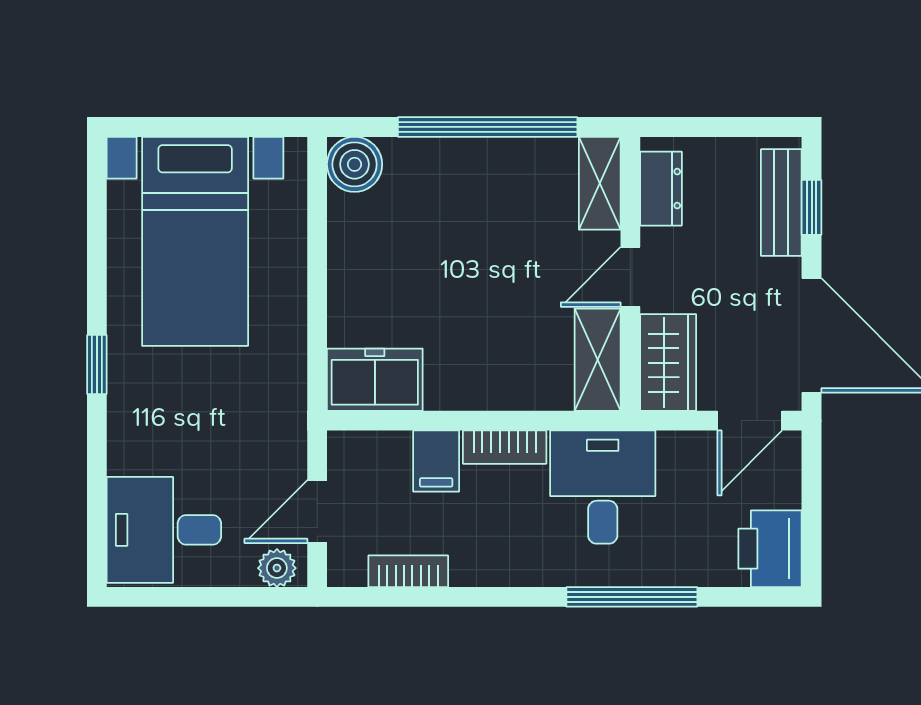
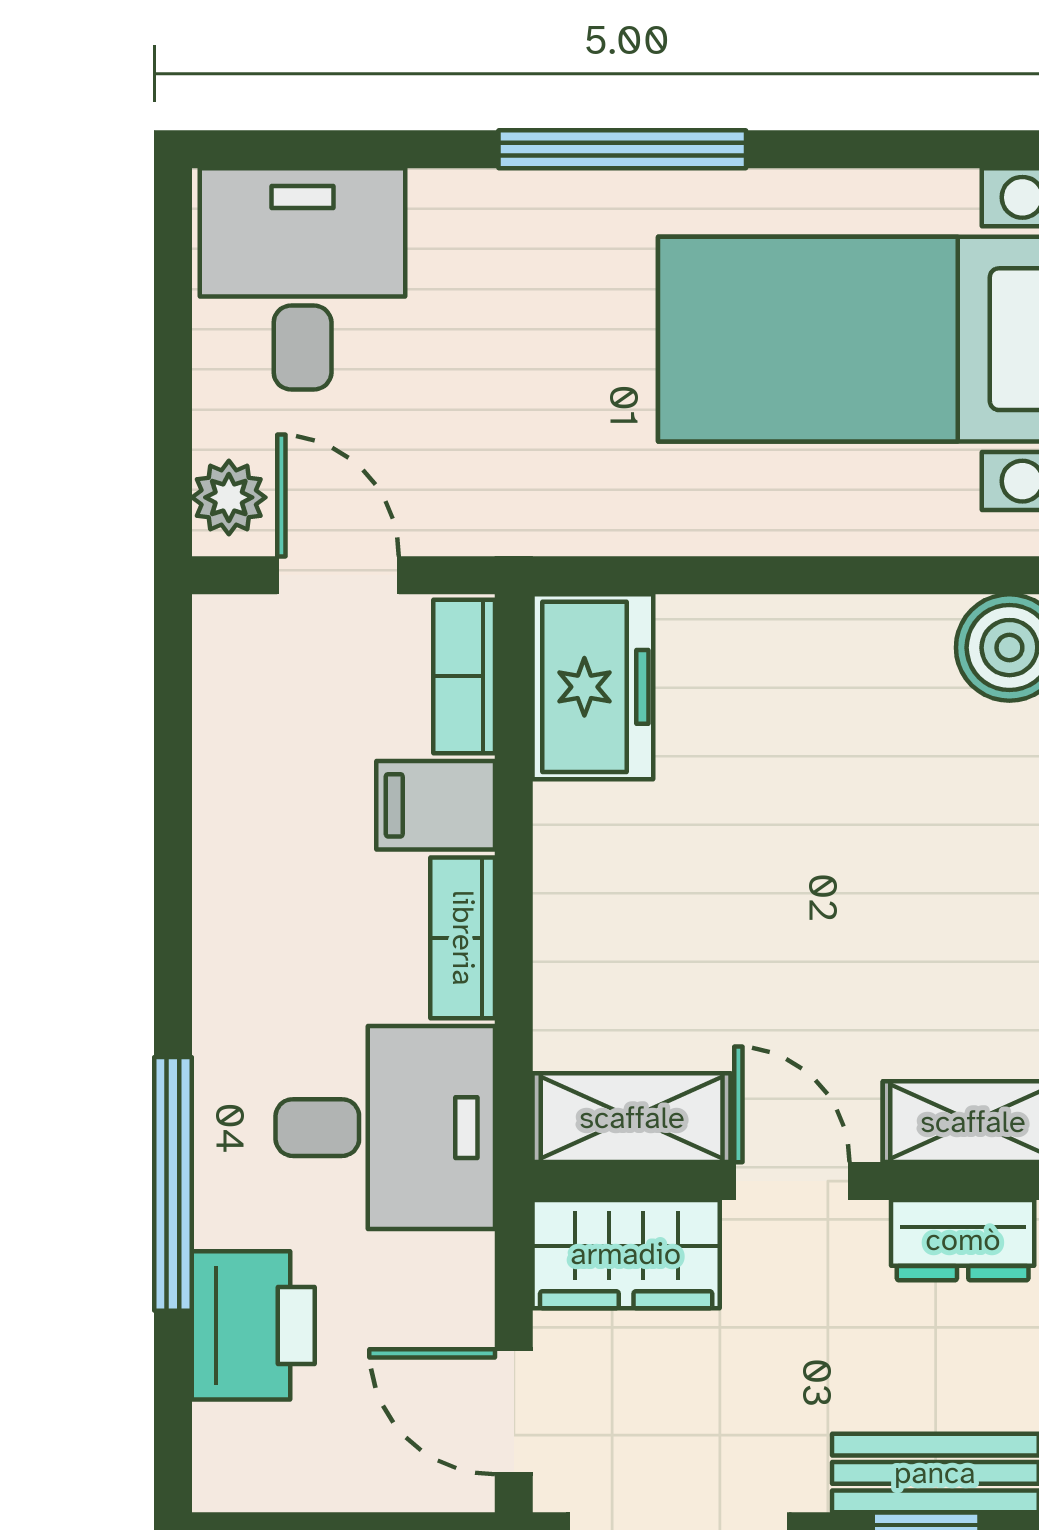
window: (97, 365) -> (622, 149), width x2.17
printer: (770, 549) -> (253, 1325), moved, turned 90
bookcase: (408, 571) -> (464, 676), moved, turned 180

